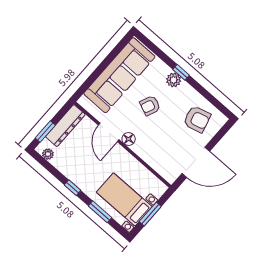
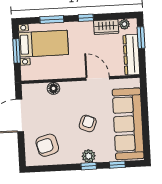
window: (158, 52) -> (117, 165), added
floor lamp: (129, 139) -> (53, 88), moved
wardrobe: (64, 166) -> (106, 27), added

